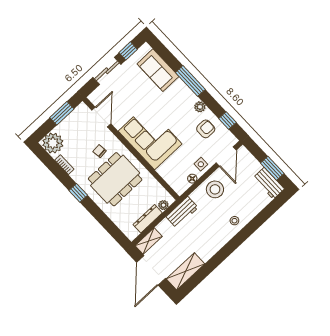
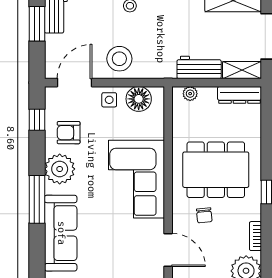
sofa: (158, 70) -> (61, 233), width x1.36
plant: (200, 107) -> (60, 169), width x1.88, depth x1.88
door: (101, 117) -> (168, 250), swing flipped
floor lamp: (192, 179) -> (139, 99), width x1.89, depth x1.89
workbench: (182, 212) -> (199, 67), moved
dresser: (148, 219) -> (239, 95), moved

